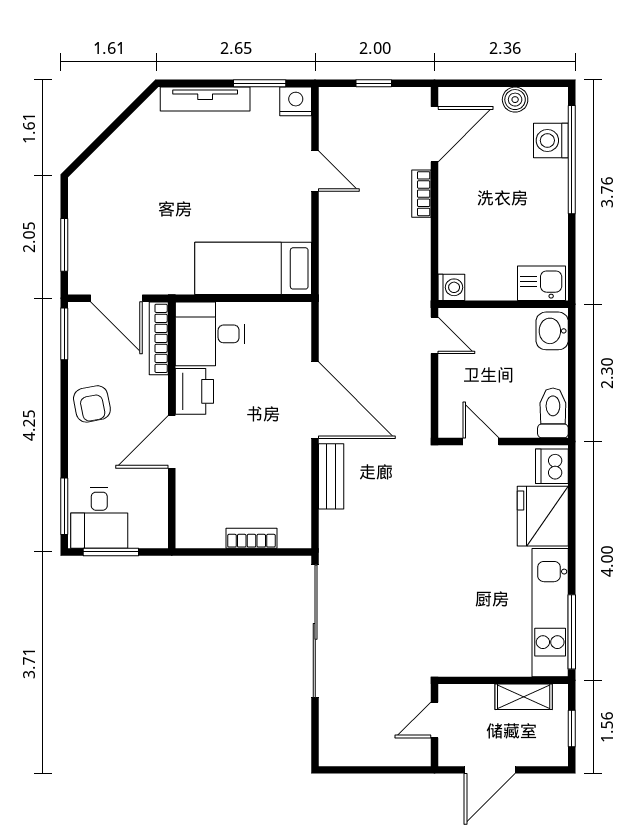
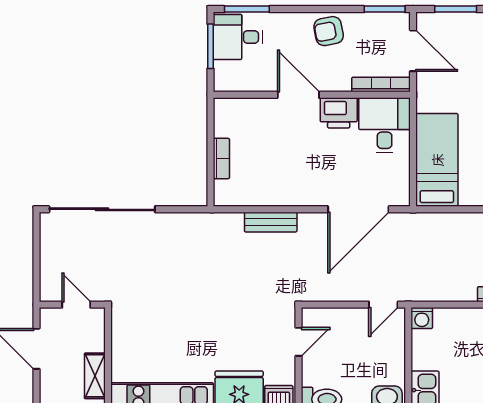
door: (116, 298) -> (413, 51), swing flipped
door: (315, 400) -> (358, 209), moved
sliding door: (315, 631) -> (102, 209), moved

